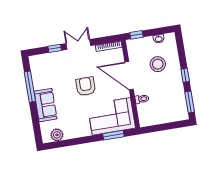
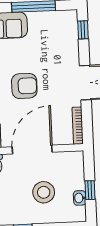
window: (136, 35) -> (90, 190), moved
window: (55, 48) -> (83, 30), moved

